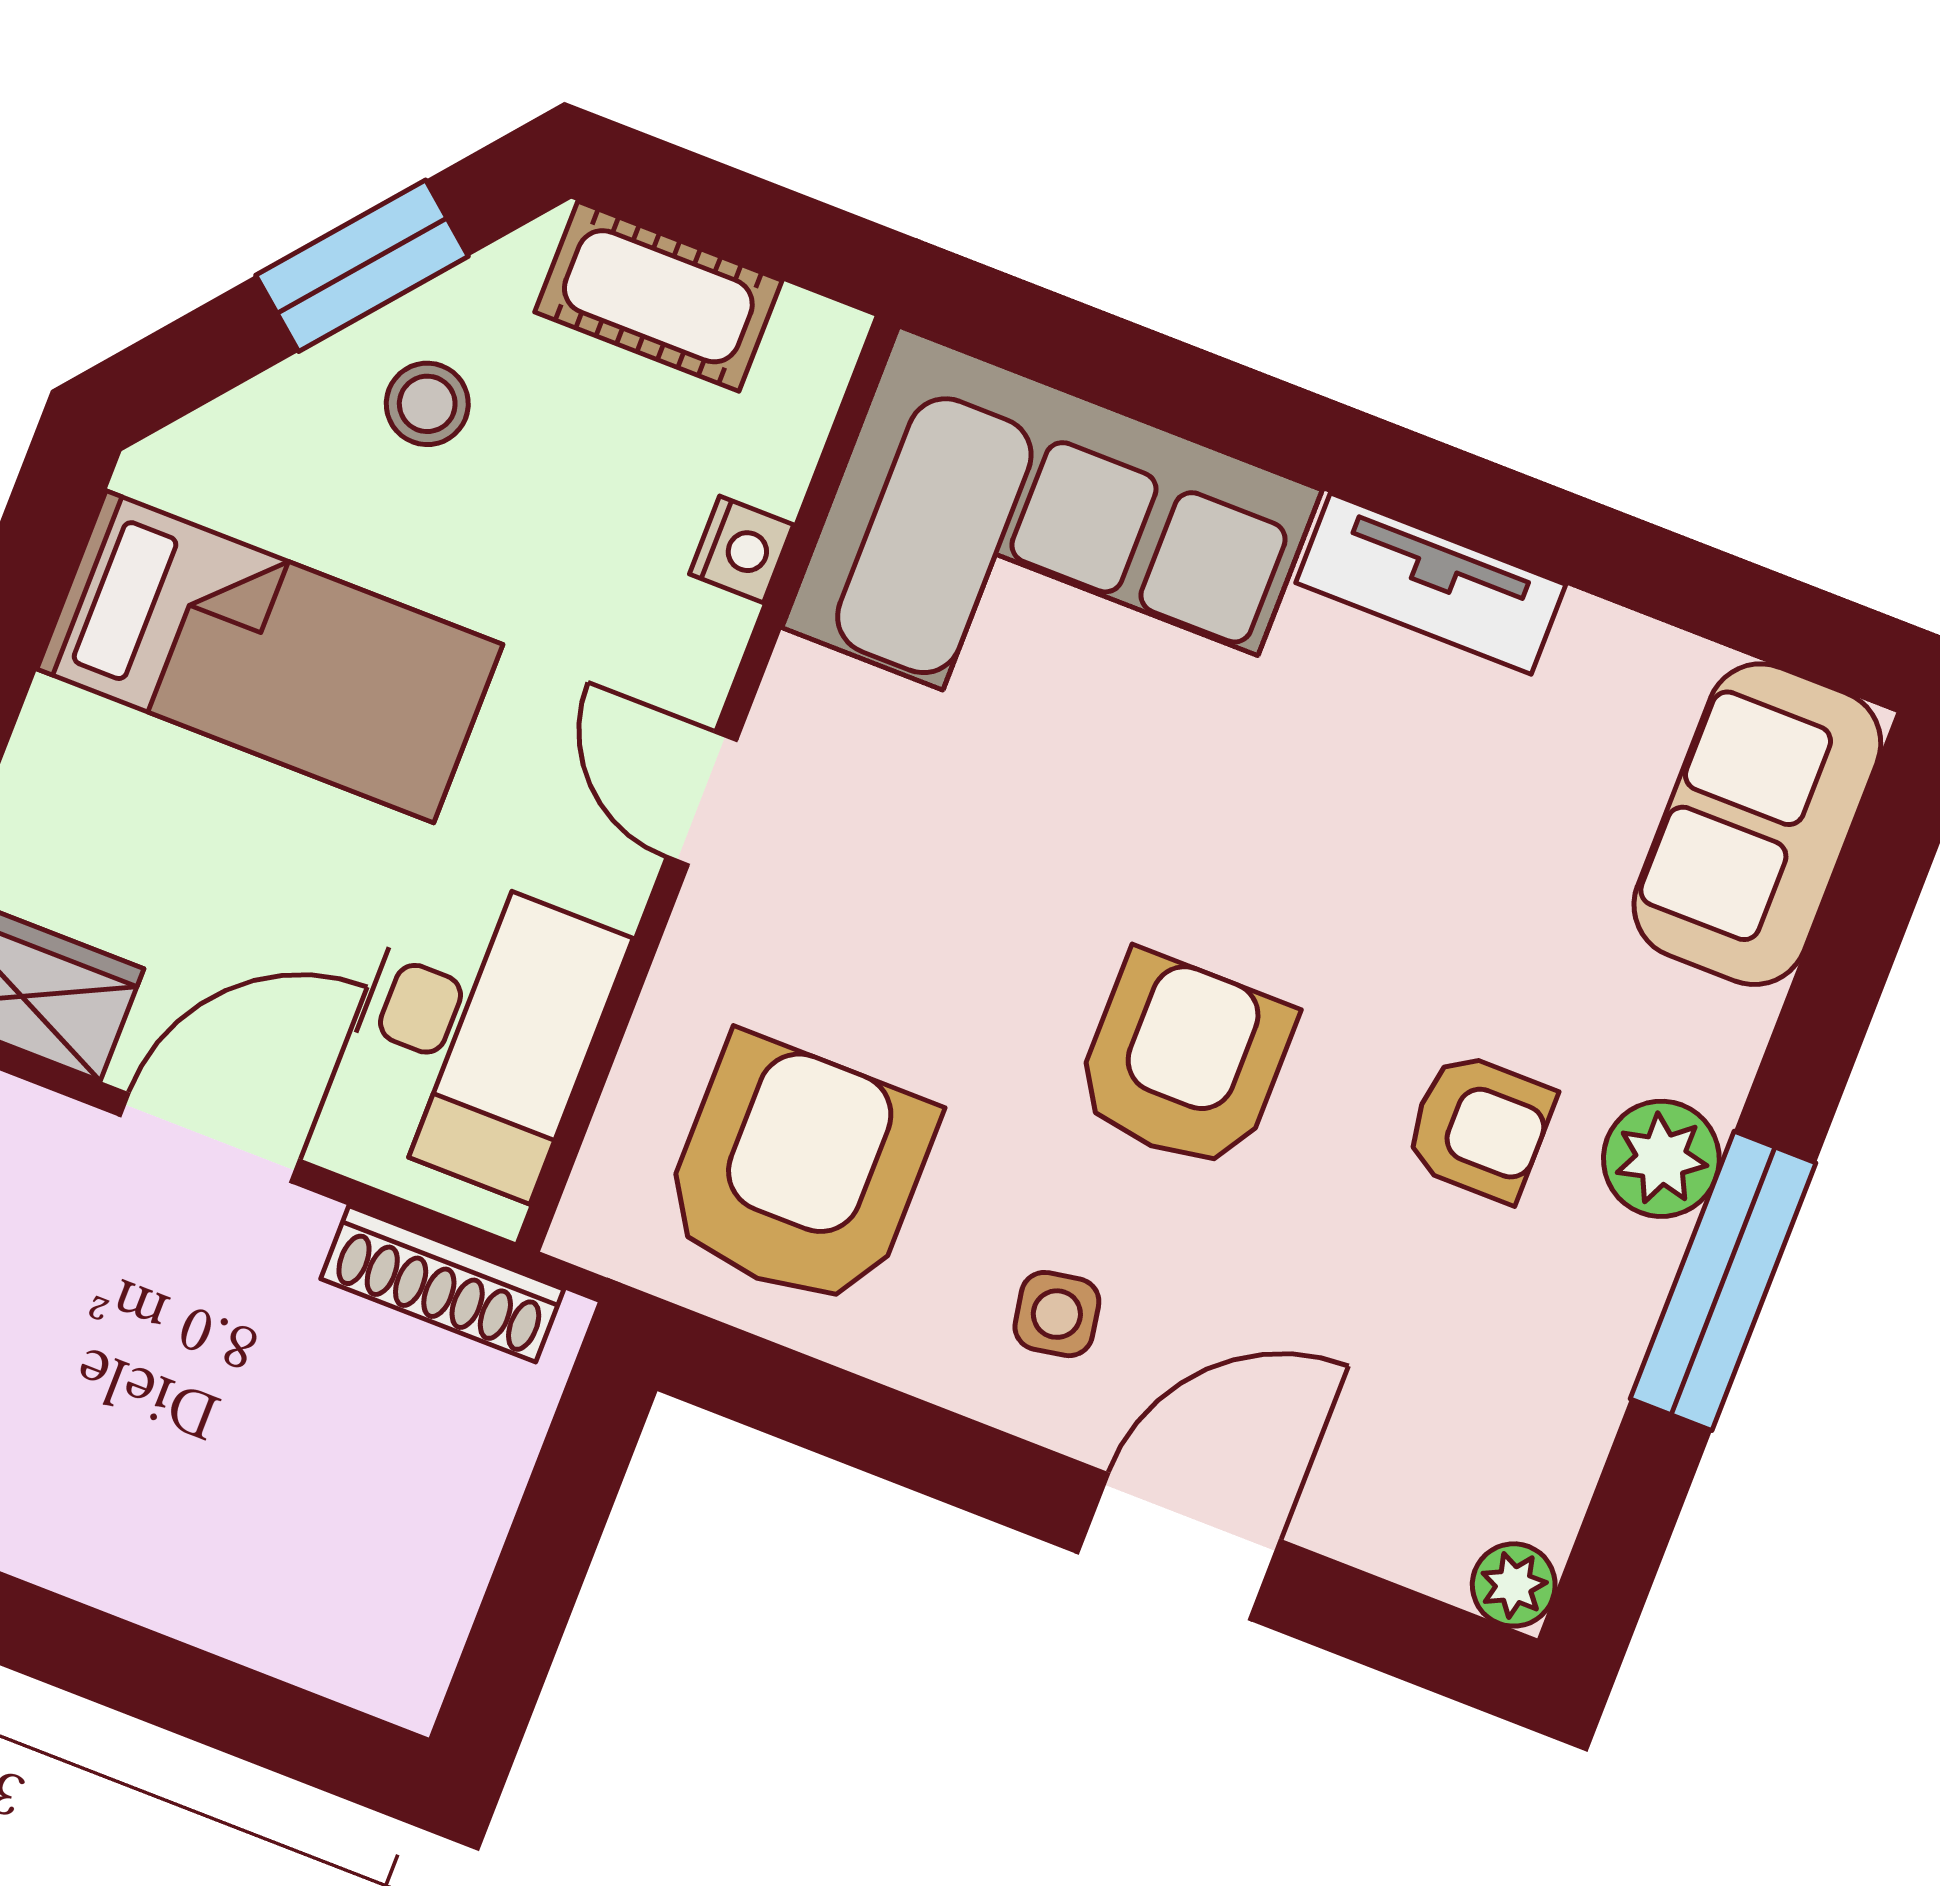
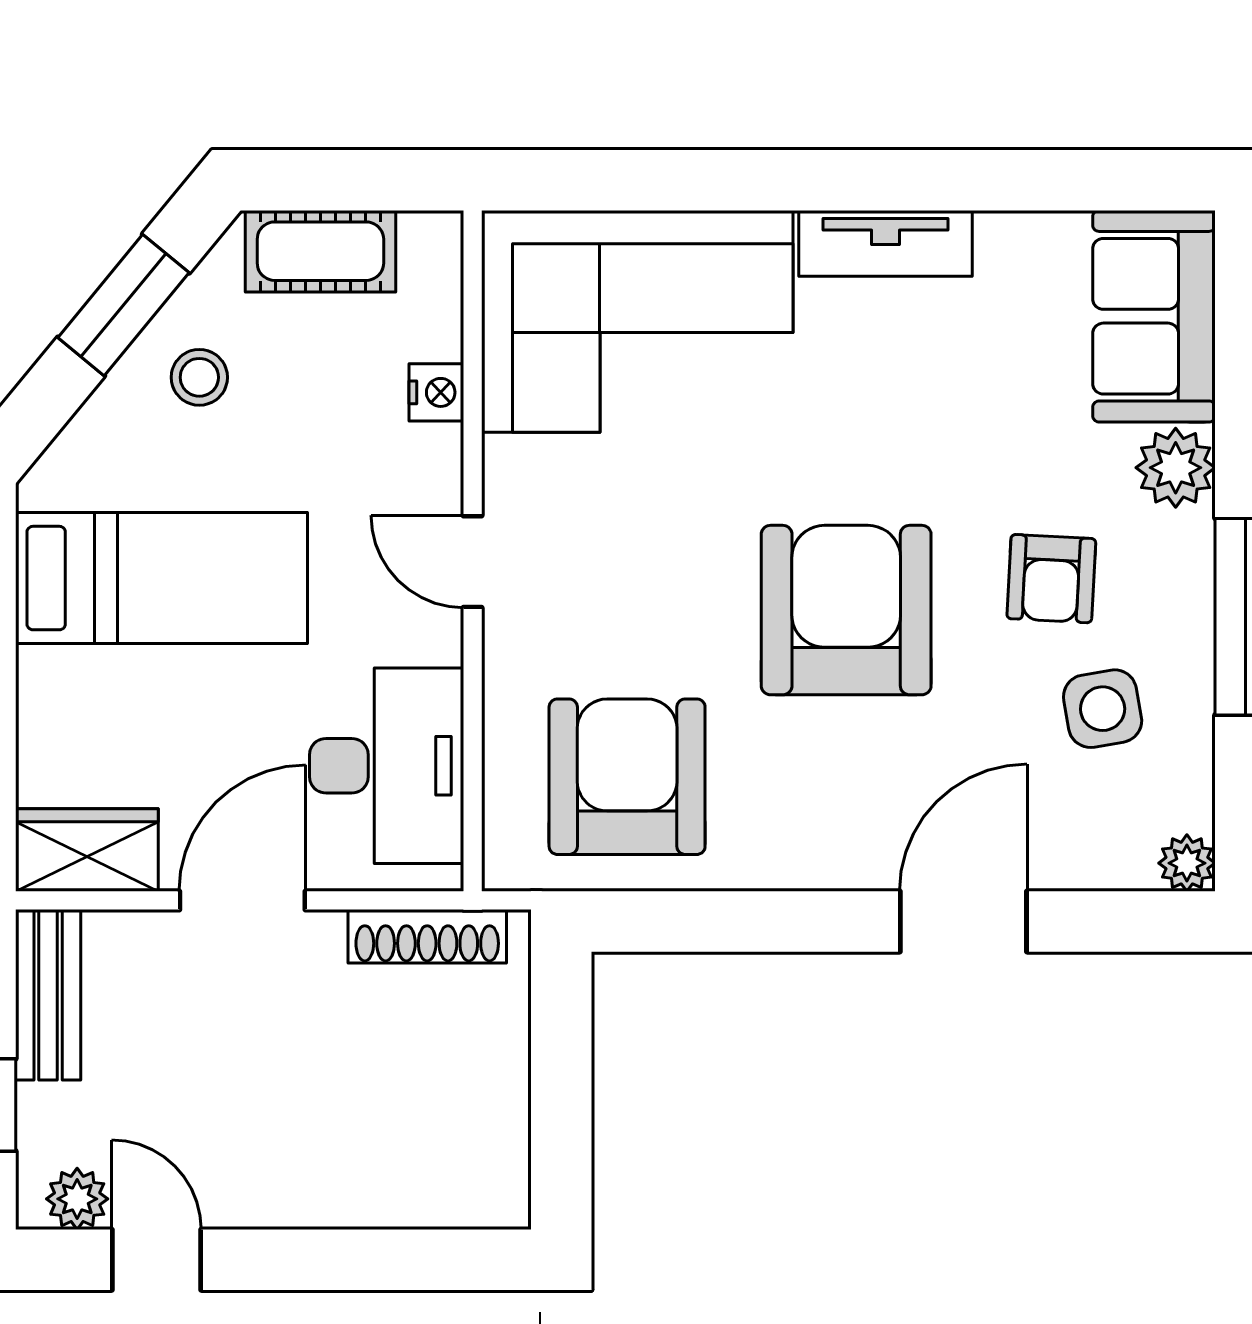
armchair: (1184, 1061) -> (846, 610), width x1.36, depth x1.36
armchair: (1479, 1127) -> (1051, 579), turned 93
plant: (1661, 1159) -> (1176, 468), moved
side table: (1057, 1314) -> (1103, 709), moved, width x1.37, depth x1.37

